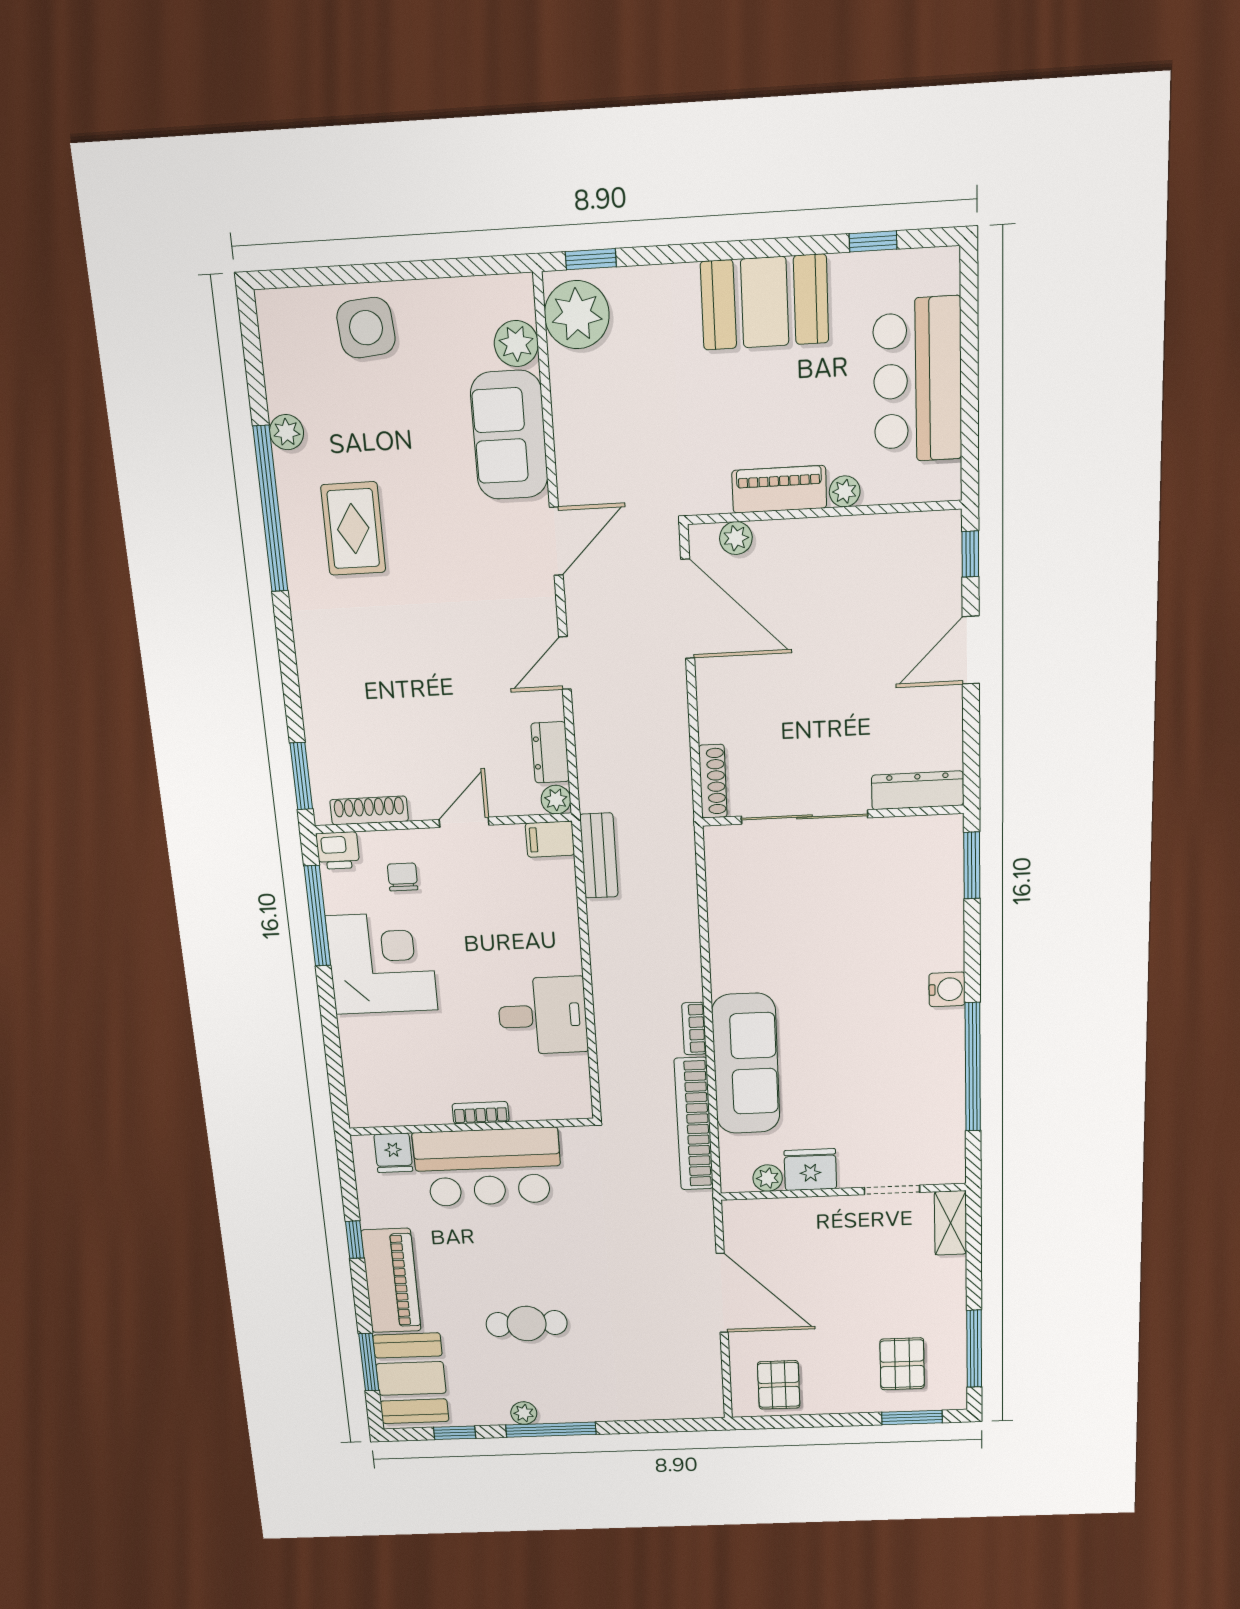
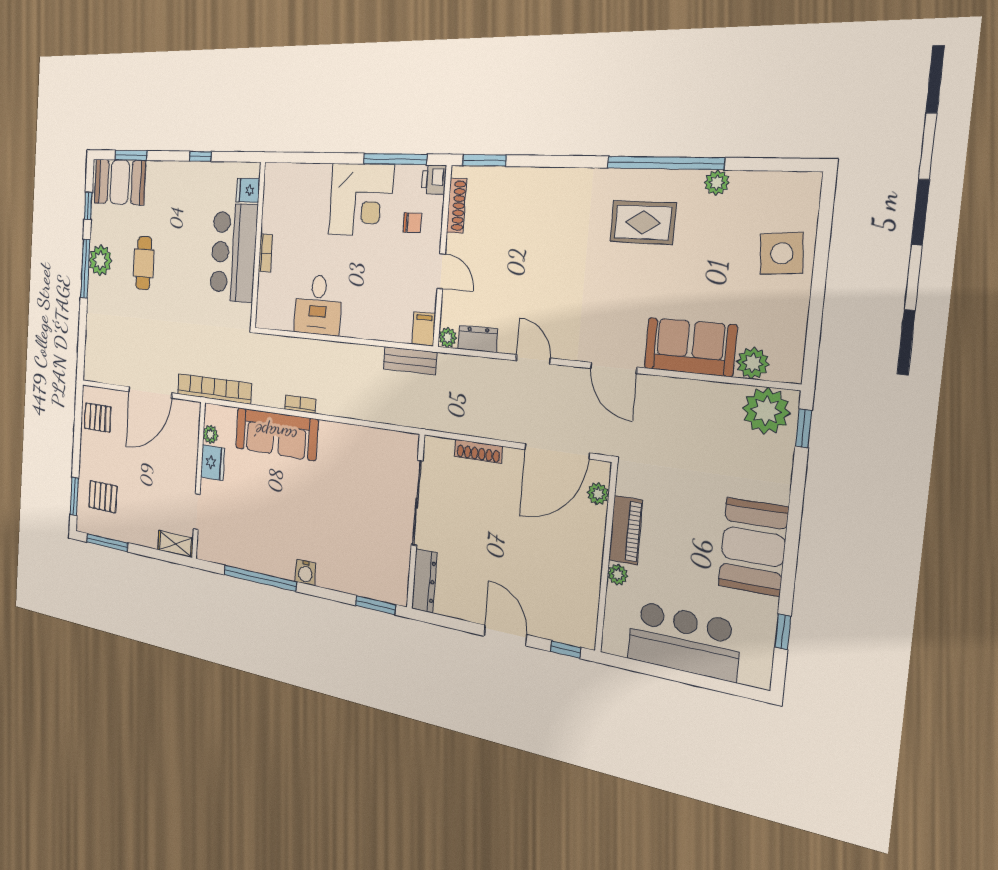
shoe rack: (713, 781) -> (478, 451), moved
bookcase: (694, 1124) -> (214, 389), moved
piano: (391, 1281) -> (175, 177), removed
plant: (524, 1413) -> (100, 260), width x1.87, depth x1.87

